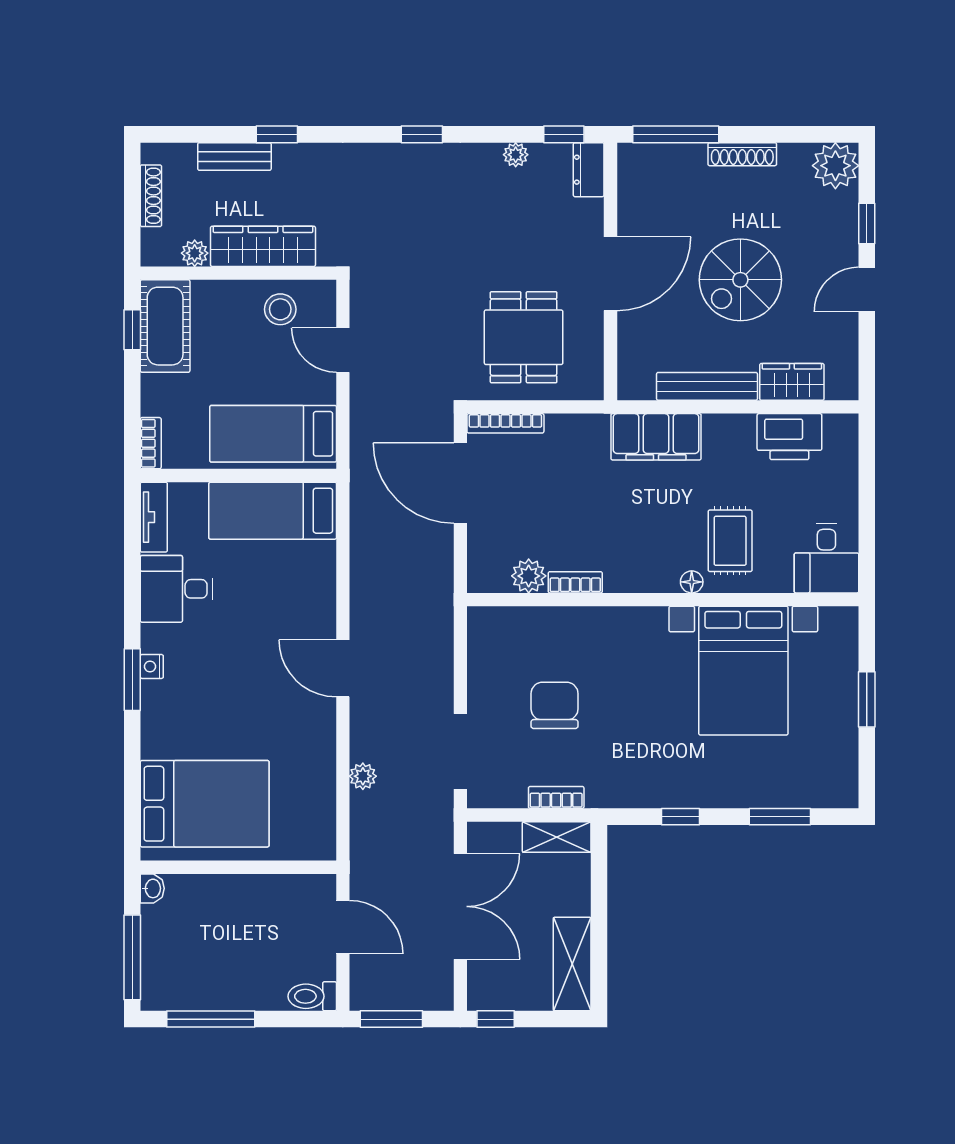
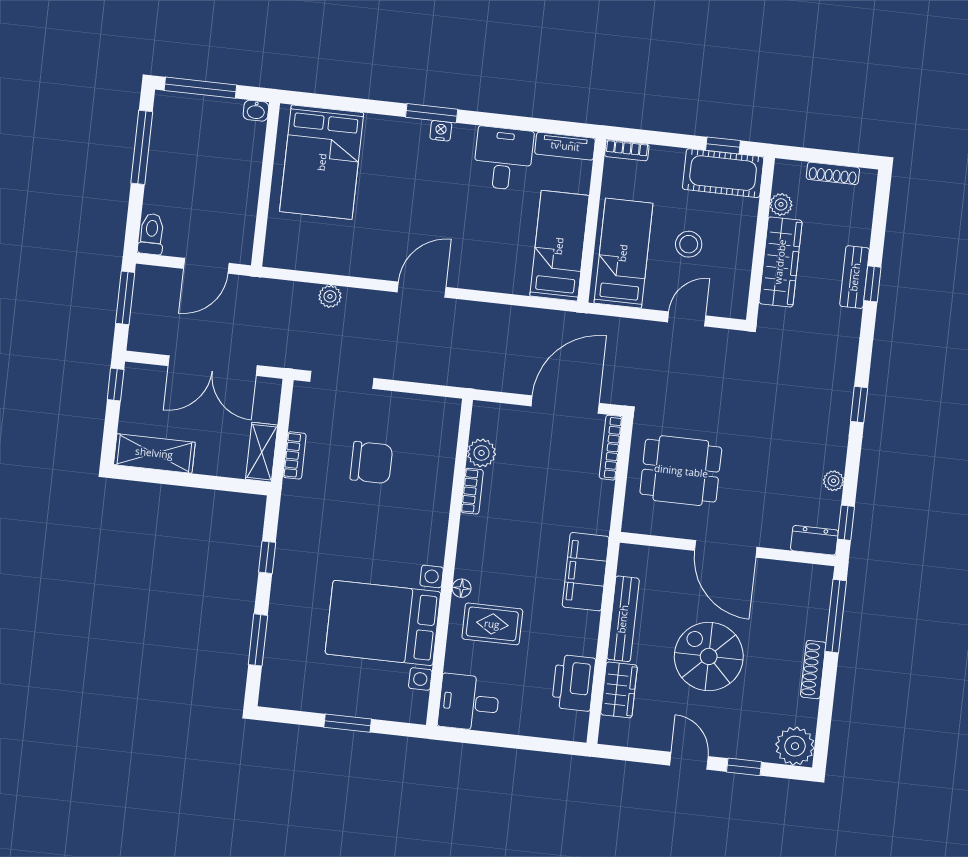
bench: (234, 157) -> (855, 277), moved
stool: (280, 309) -> (689, 244), moved

